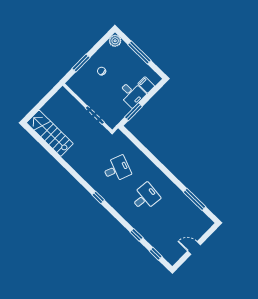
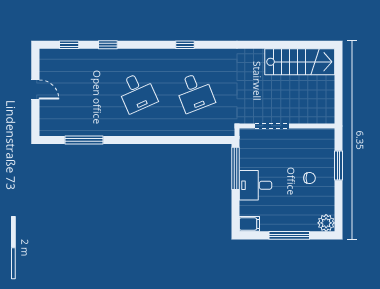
filing cabinet: (146, 85) -> (249, 224), moved
window: (133, 112) -> (235, 168), width x1.44
desk: (117, 169) -> (195, 92), turned -42
desk: (145, 197) -> (137, 92), turned -30
door: (194, 248) -> (35, 89), hinge flipped

